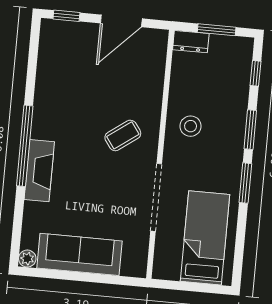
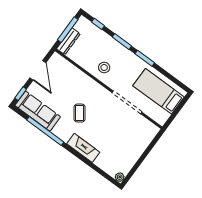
window: (217, 30) -> (68, 30), width x1.44
dresser: (191, 42) -> (68, 41), width x1.44
coffee table: (123, 135) -> (80, 113), moved
window: (25, 146) -> (45, 131), moved
sofa: (80, 254) -> (38, 111), moved, turned 90

